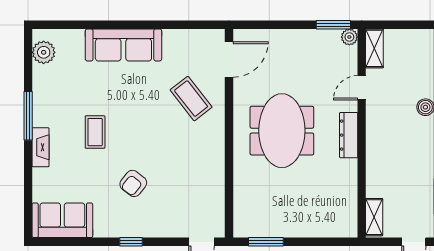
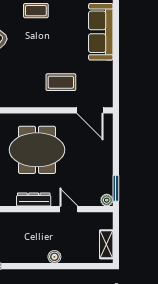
shelving: (374, 48) -> (106, 244), moved, turned 90
coffee table: (191, 99) -> (61, 82), turned 38

